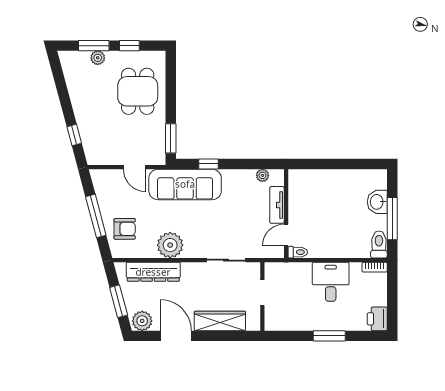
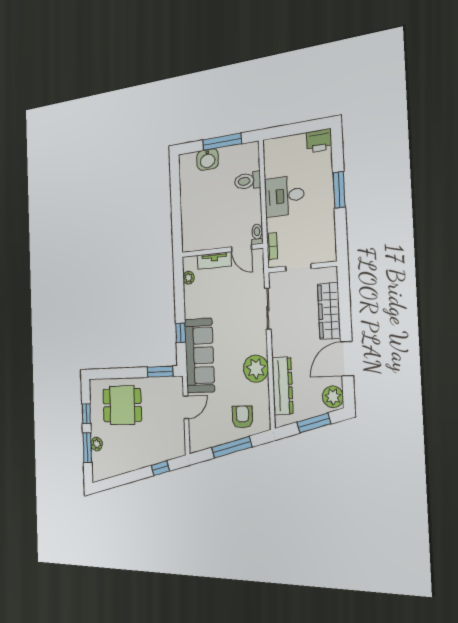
toilet: (379, 244) -> (248, 181), moved
bookcase: (375, 267) -> (272, 246), moved

